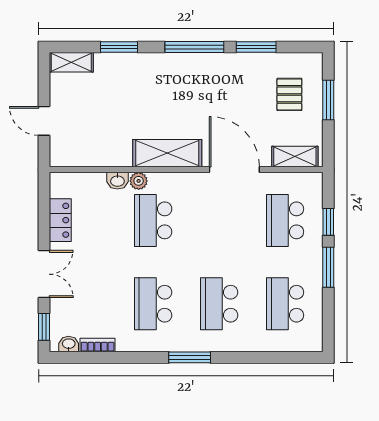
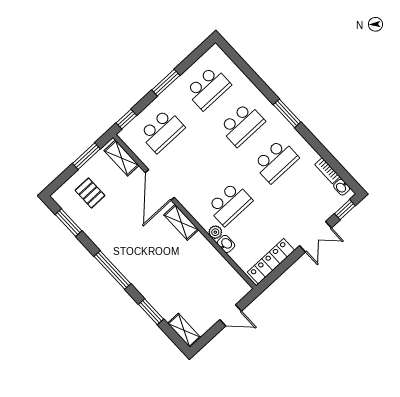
window: (256, 47) -> (69, 223), moved
pallet: (289, 94) -> (90, 193), turned 90
window: (328, 100) -> (86, 156), moved
door: (44, 121) -> (231, 315), hinge flipped
shelving: (167, 153) -> (181, 222), width x0.67, depth x0.75
locker: (60, 220) -> (271, 261), width x1.53
window: (328, 222) -> (126, 119), moved
double door: (44, 274) -> (315, 237), swing flipped

